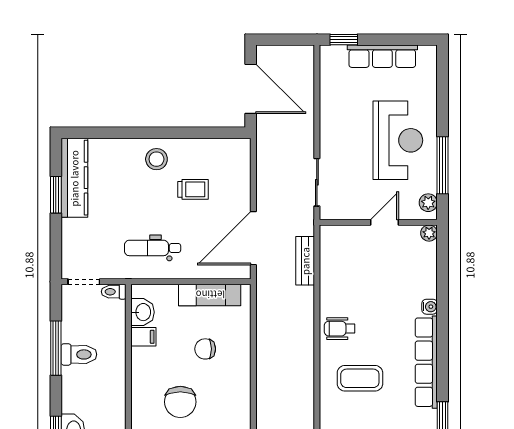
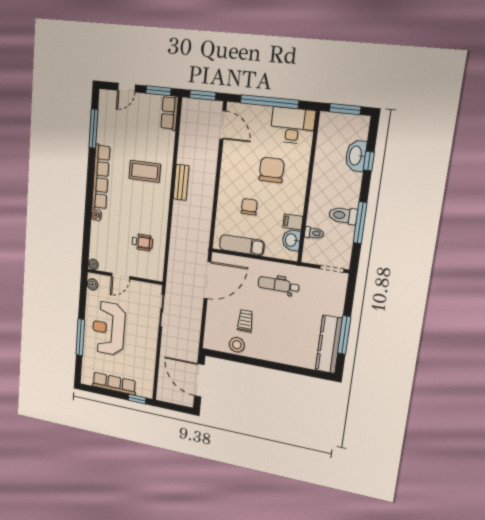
stool: (156, 159) -> (237, 345), moved
window: (443, 165) -> (80, 337), moved
trolley: (193, 189) -> (245, 321), turned 90
window: (56, 195) -> (344, 335), width x1.44
dental chair: (153, 248) -> (278, 285), turned 180
bench: (305, 261) -> (181, 182), moved
toilet: (114, 292) -> (314, 233), moved
wheelchair: (340, 329) -> (142, 242), moved
chair: (205, 349) -> (249, 207), turned -90

